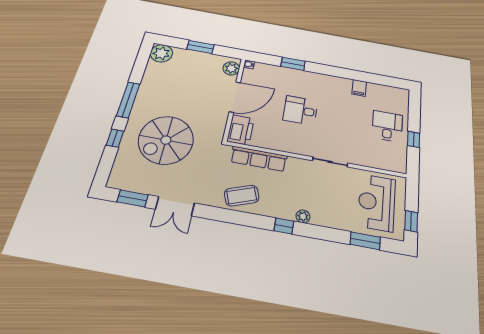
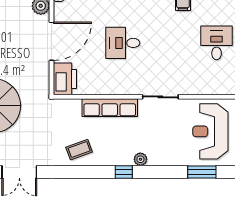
row of seats: (259, 159) -> (110, 108), moved
coffee table: (242, 196) -> (79, 150), width x0.73, depth x0.77

